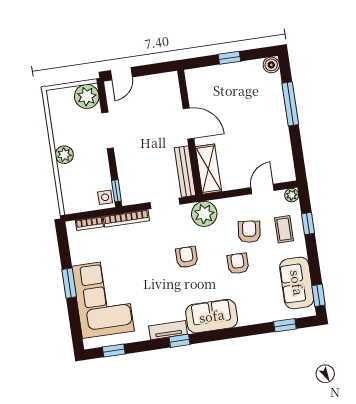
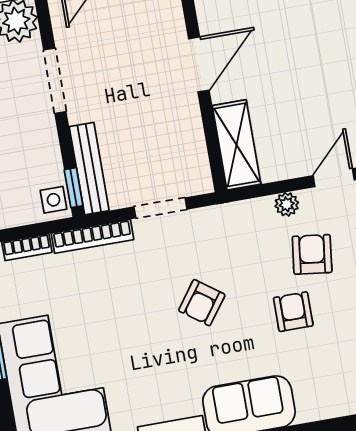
door: (188, 123) -> (199, 64), hinge flipped
bench: (185, 172) -> (89, 169), moved
plant: (204, 214) -> (287, 204), moved, width x0.53, depth x0.53
armchair: (187, 257) -> (202, 303), turned -144

